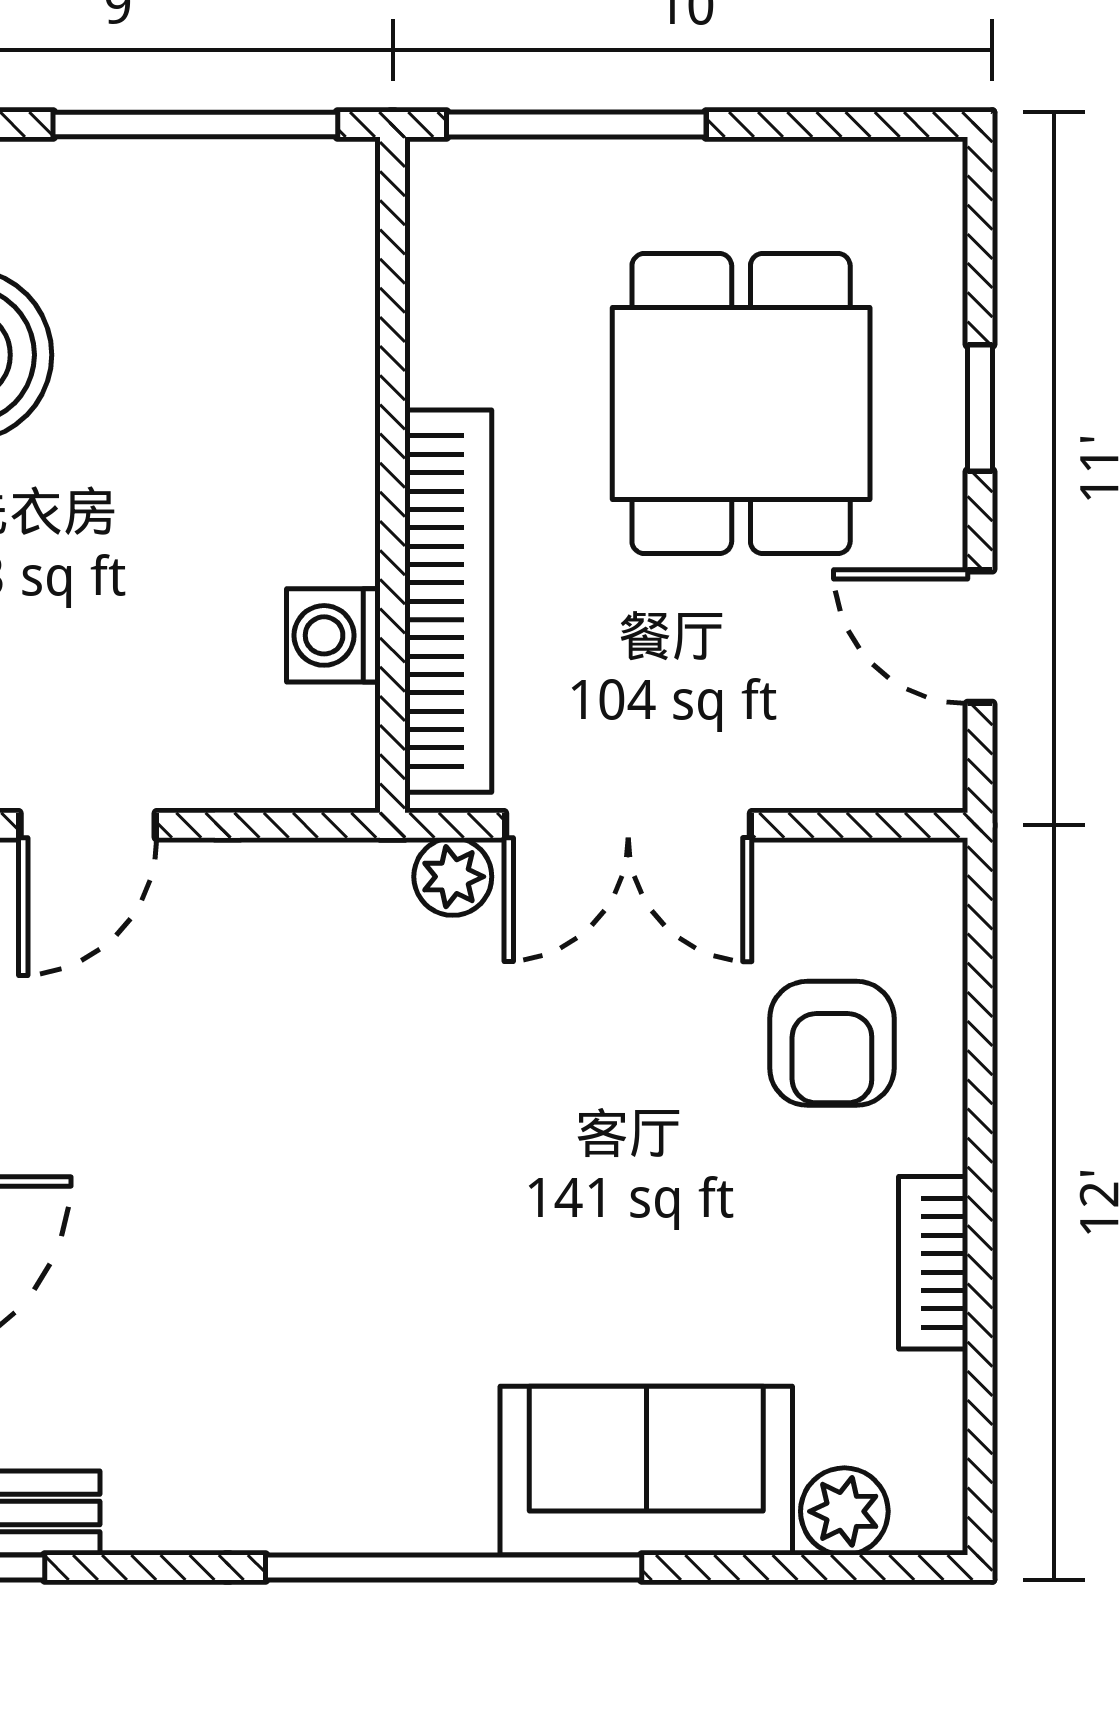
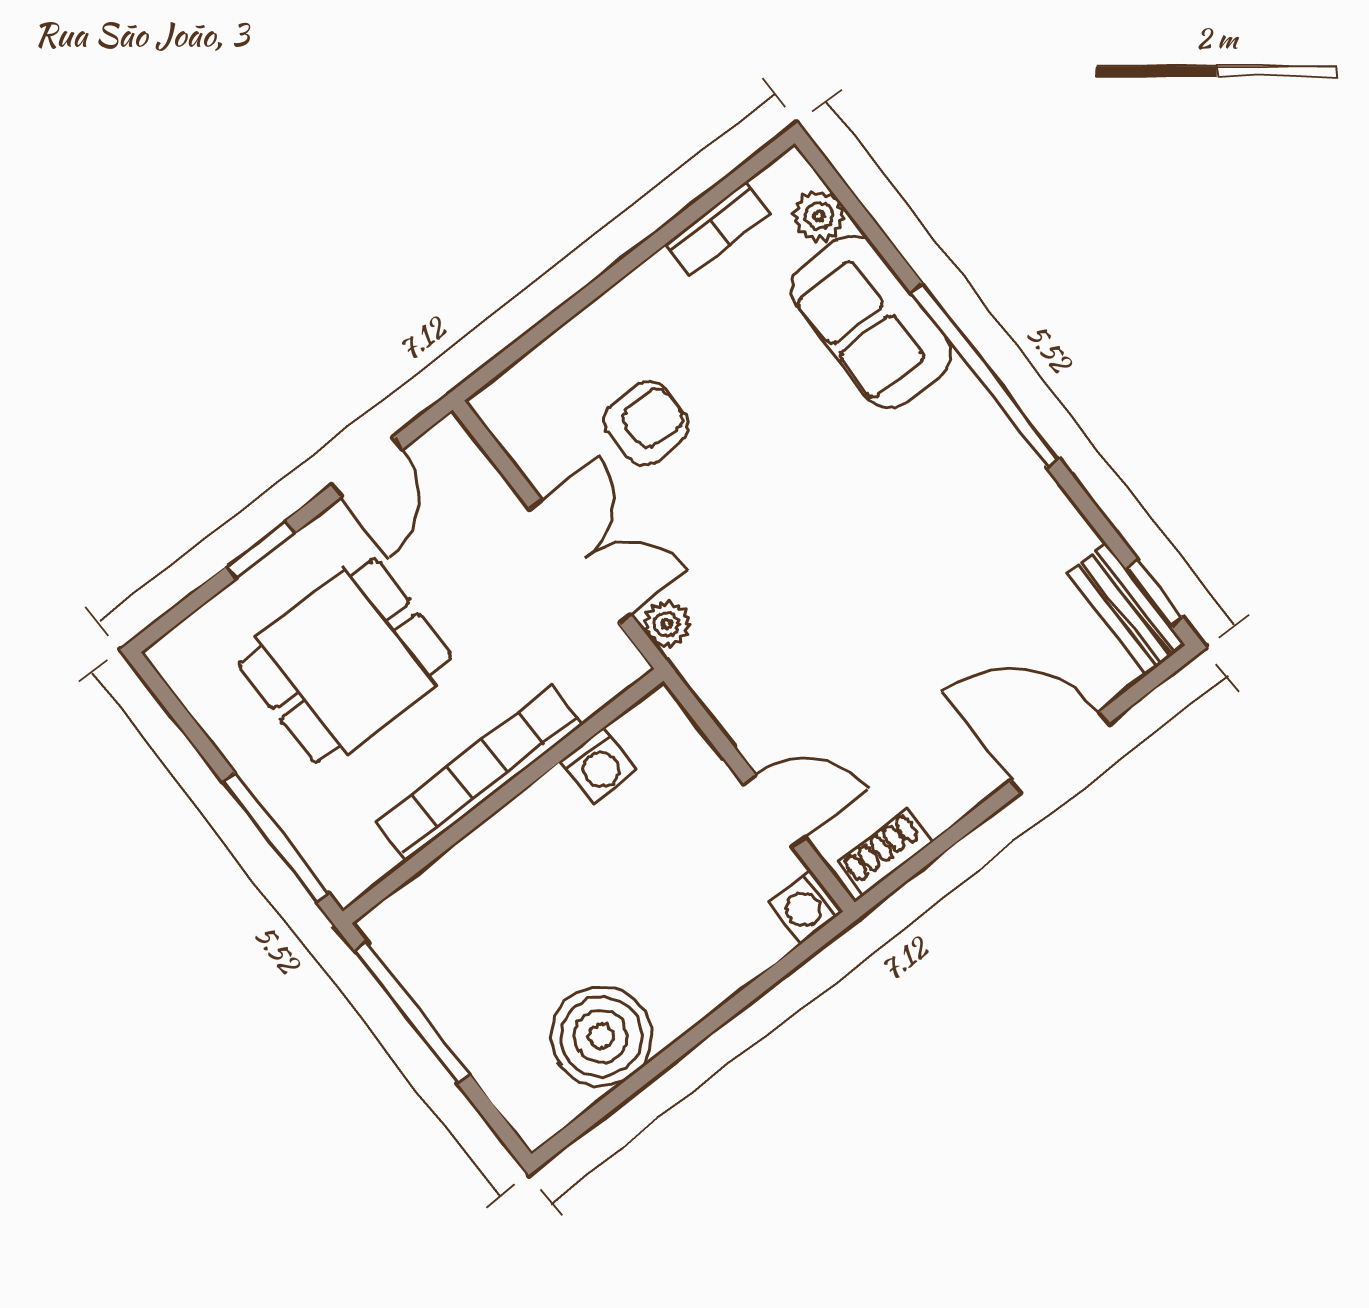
bookcase: (448, 601) -> (480, 773), moved
armchair: (832, 1043) -> (646, 423), moved
bookcase: (933, 1263) -> (718, 229), moved

